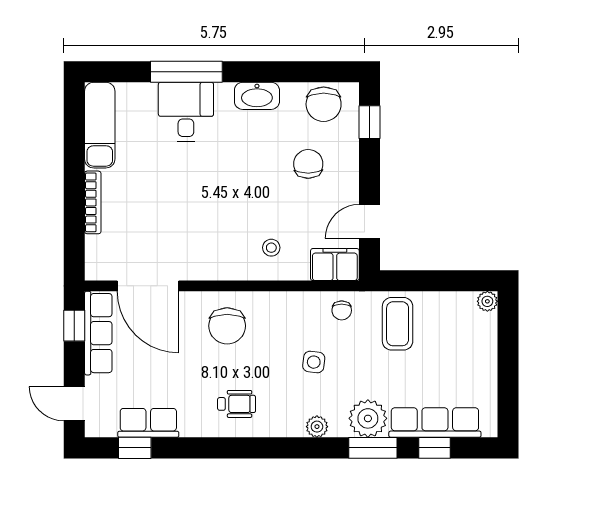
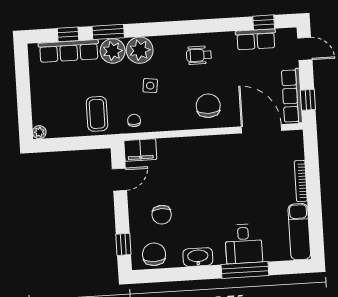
stool: (271, 248) -> (182, 159), removed
plant: (317, 427) -> (140, 50), width x1.87, depth x1.87

